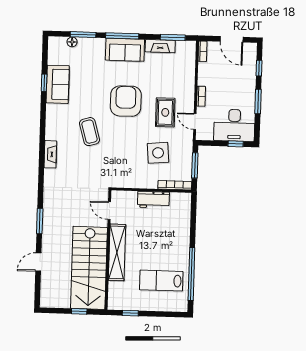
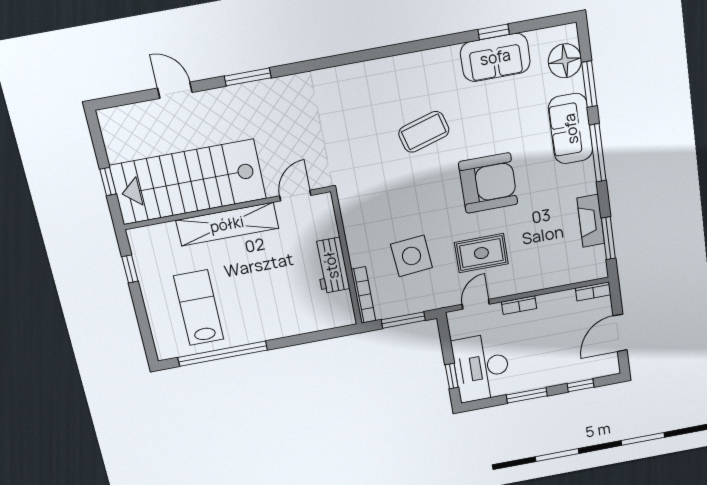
floor lamp: (72, 42) -> (565, 61), width x1.89, depth x1.89
sofa: (125, 50) -> (571, 129), moved
fireplace: (50, 154) -> (370, 71), removed

